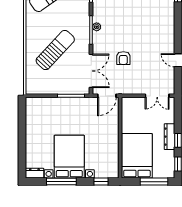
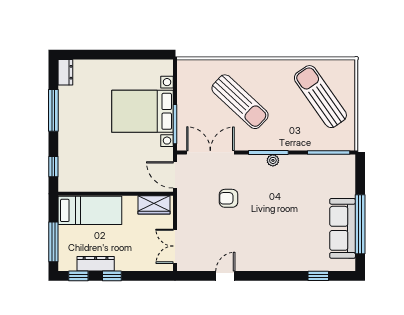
double door: (91, 71) -> (210, 152), swing flipped
wardrobe: (128, 111) -> (154, 205), added
dresser: (169, 137) -> (96, 264), moved
bed: (137, 156) -> (90, 210), width x0.67
bed with nightstands: (69, 157) -> (143, 111), moved, turned 180

